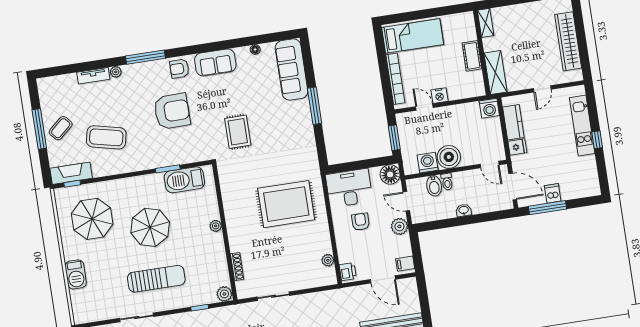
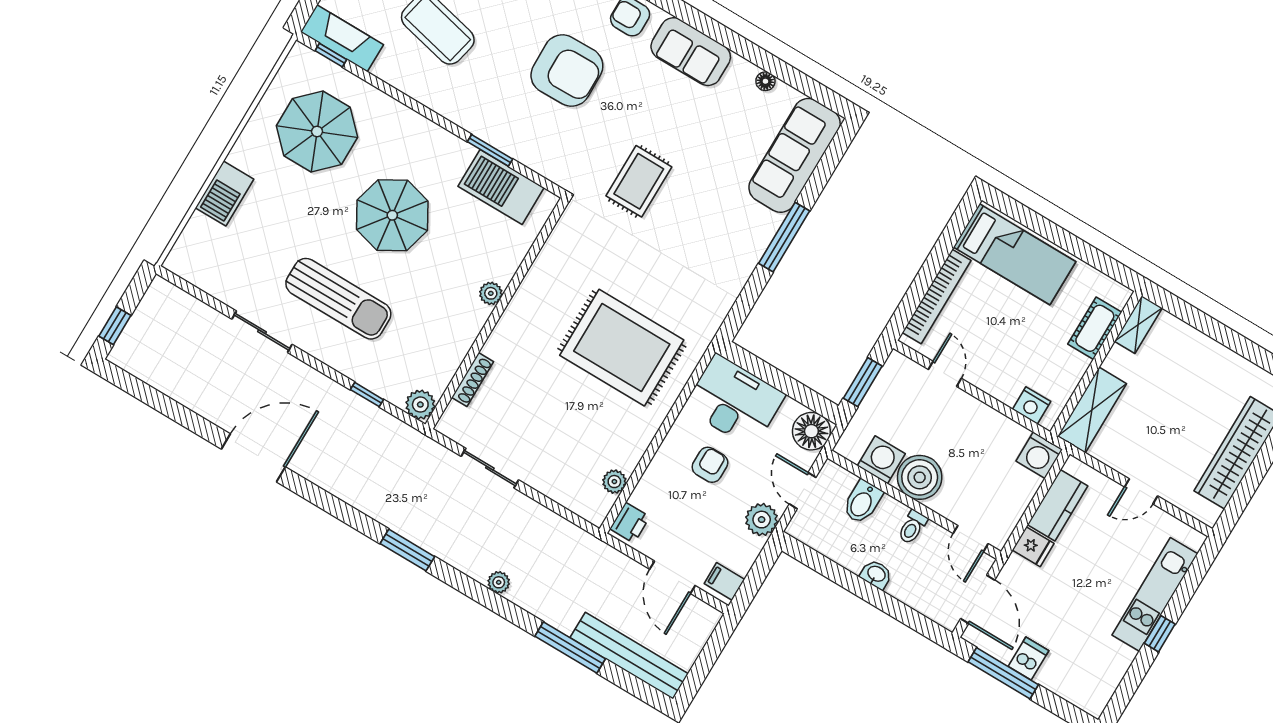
cot: (472, 56) -> (1095, 328), moved
nightstand: (439, 96) -> (1032, 405), moved
toilet: (447, 182) -> (912, 527), moved

